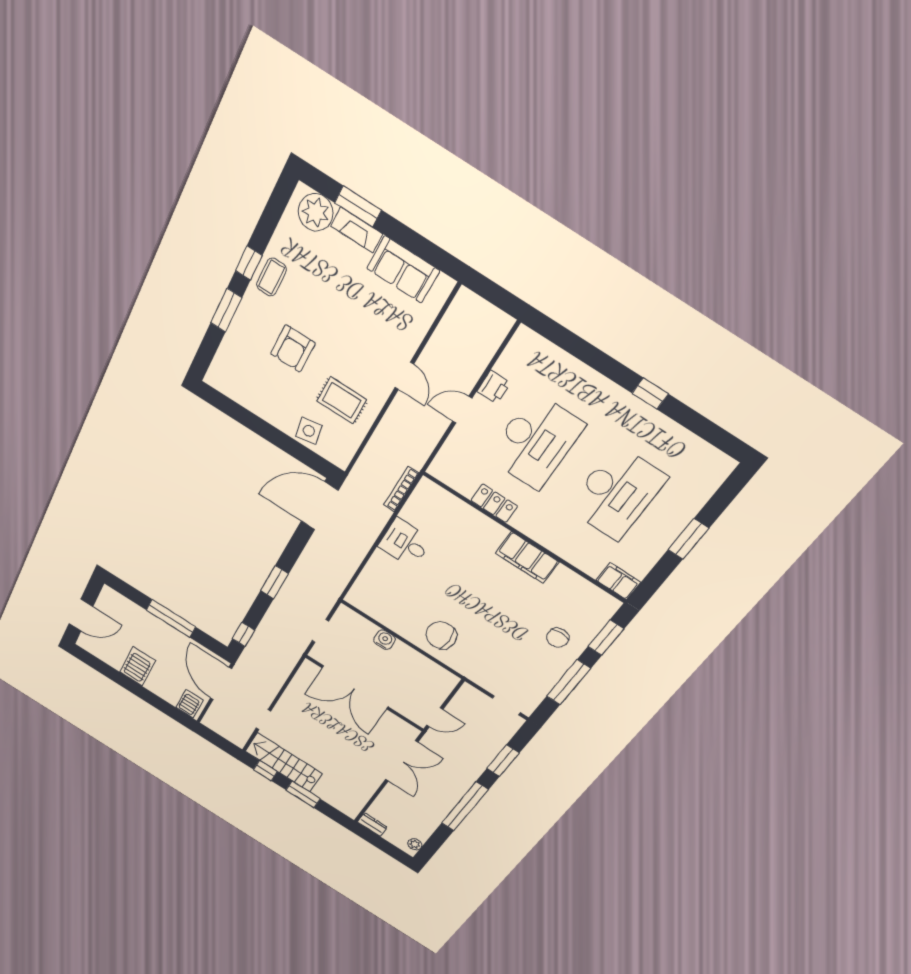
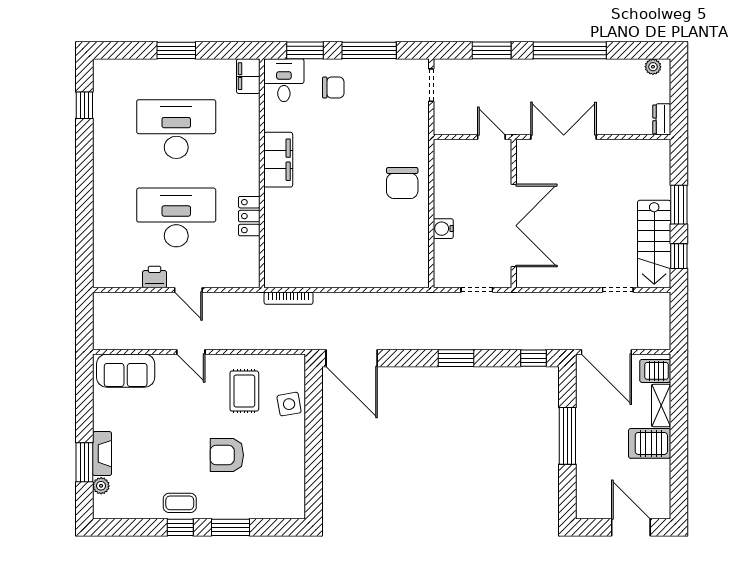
plant: (316, 212) -> (101, 486), width x0.53, depth x0.53
sofa: (403, 270) -> (126, 371), moved, turned 90
armchair: (293, 348) -> (227, 455), turned 180
door: (404, 376) -> (191, 352), swing flipped
window: (650, 394) -> (84, 105), moved
desk: (405, 543) -> (284, 80), moved, turned 180
door: (221, 683) -> (606, 352), hinge flipped
shelving: (162, 691) -> (661, 405), added

